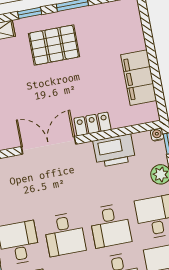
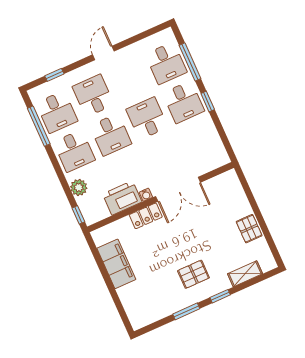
pallet: (54, 45) -> (193, 274), width x0.67, depth x0.71
water cooler: (157, 135) -> (146, 195), moved
desk: (110, 226) -> (111, 135), turned 180

